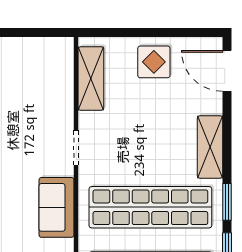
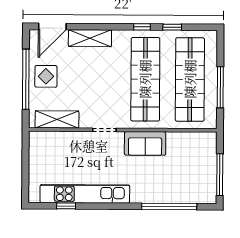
window: (150, 33) -> (26, 79), added
shelving: (210, 147) -> (90, 38), moved
window: (227, 202) -> (142, 27), width x0.67

